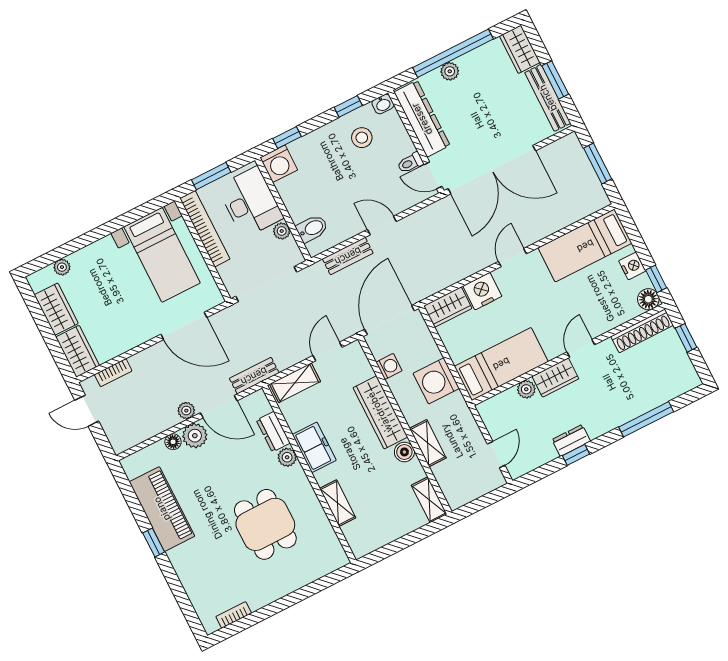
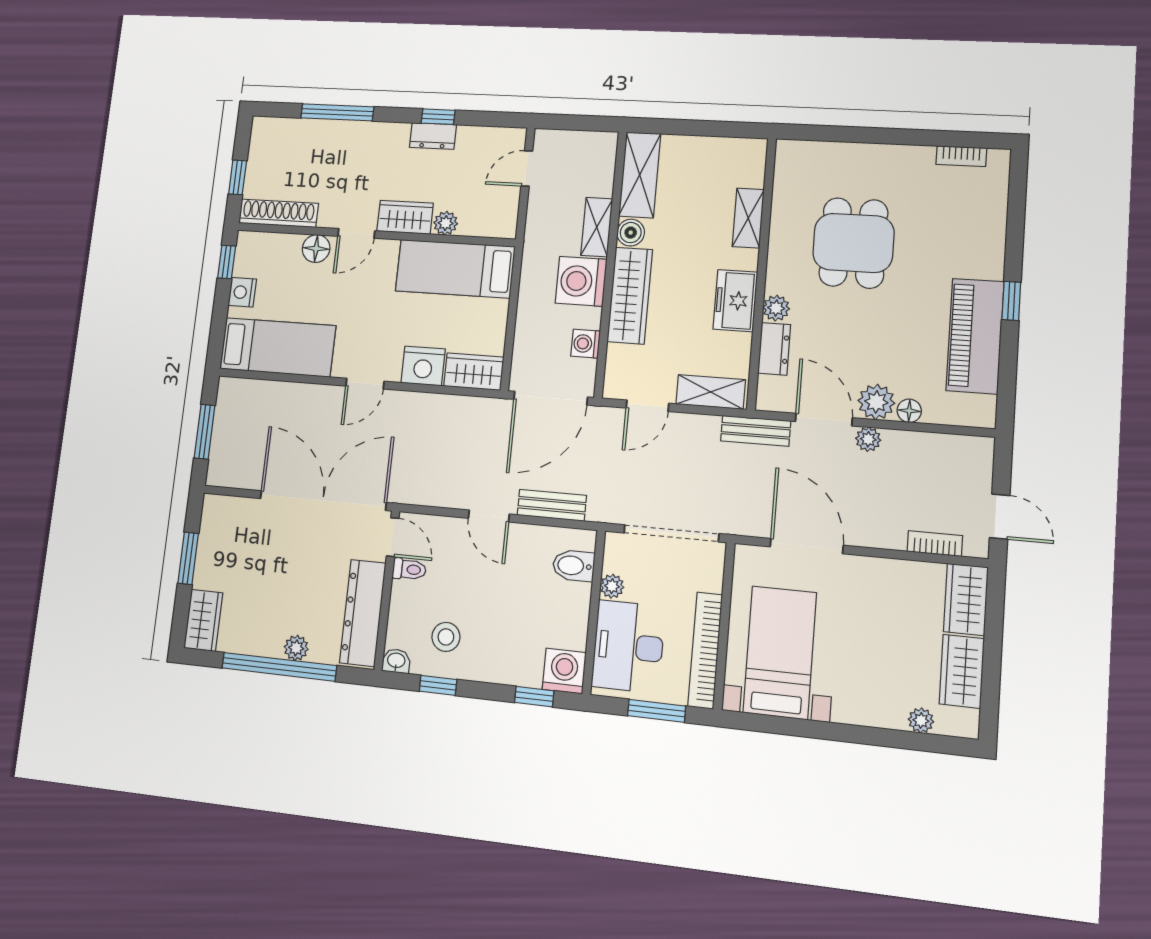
bench: (548, 98) -> (209, 543), removed
floor lamp: (648, 299) -> (316, 249), moved
washing machine: (436, 381) -> (581, 281), moved, turned 180
shelving: (429, 500) -> (640, 175), width x1.50, depth x1.33

